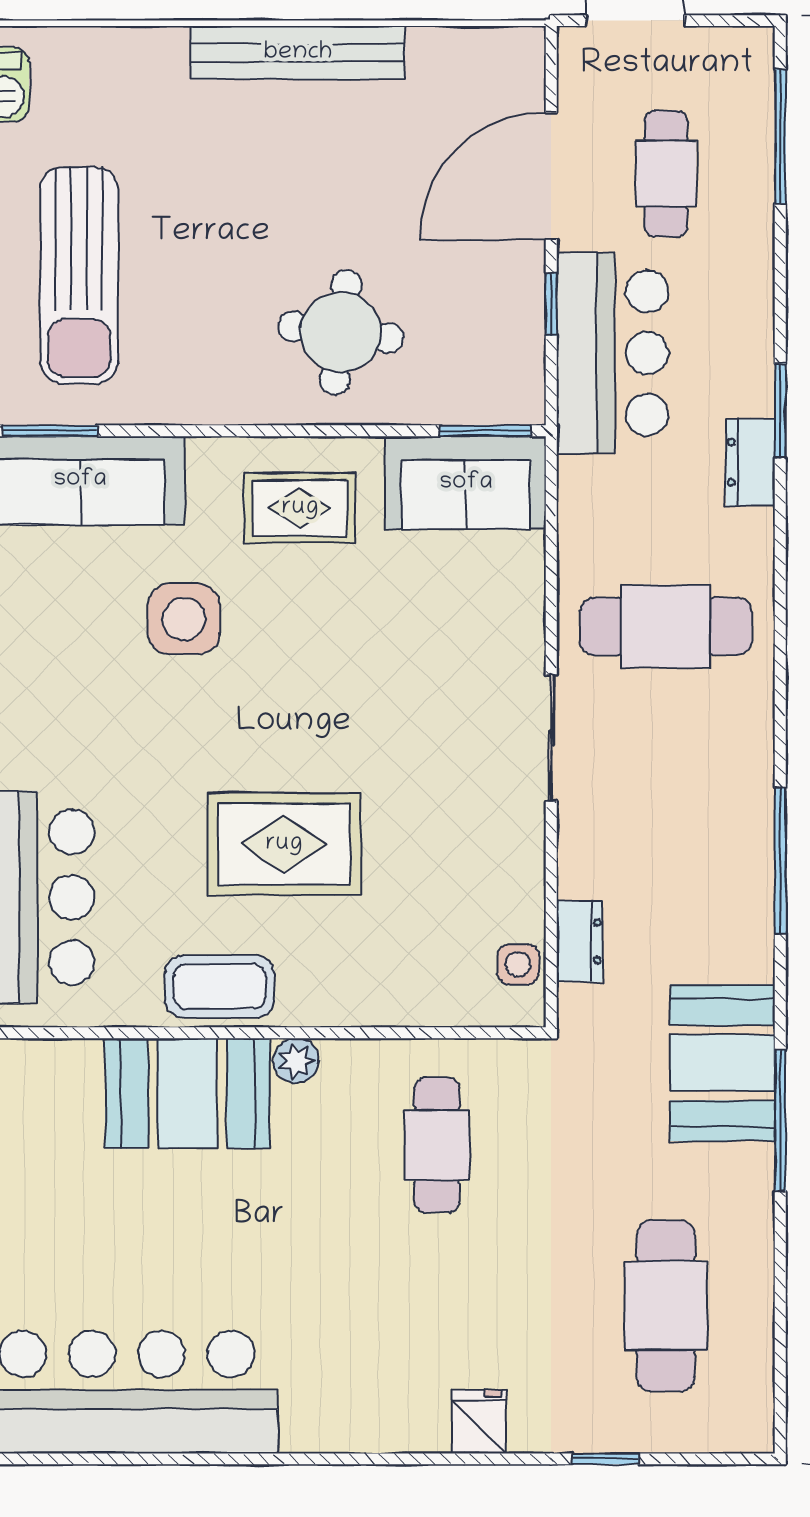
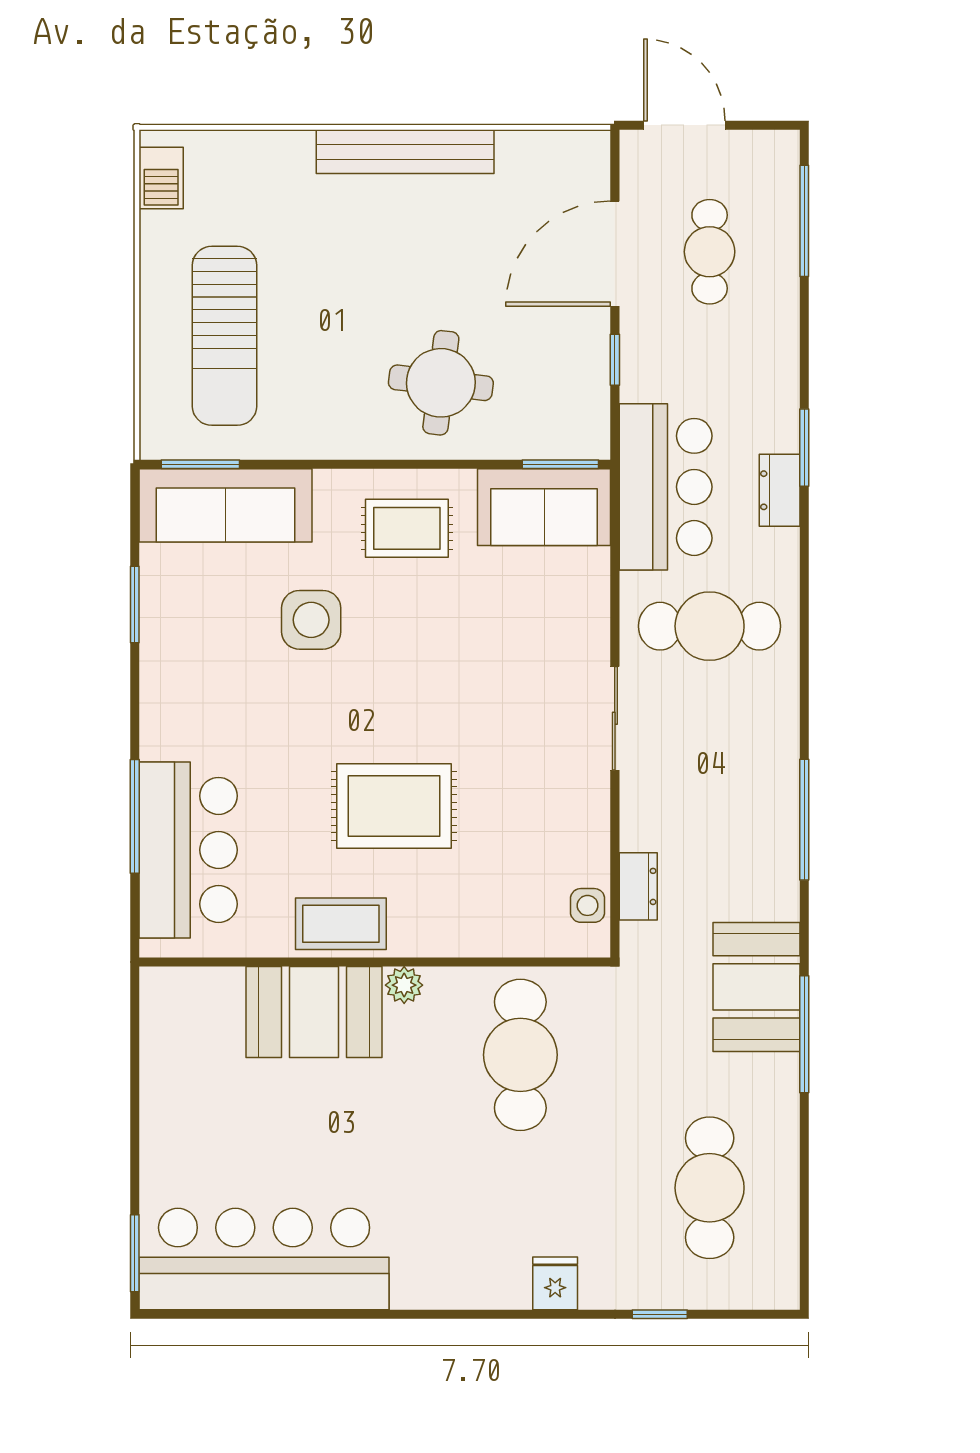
bar counter: (613, 353) -> (666, 487), moved
cafe table: (437, 1145) -> (520, 1055), width x1.37, depth x1.35

